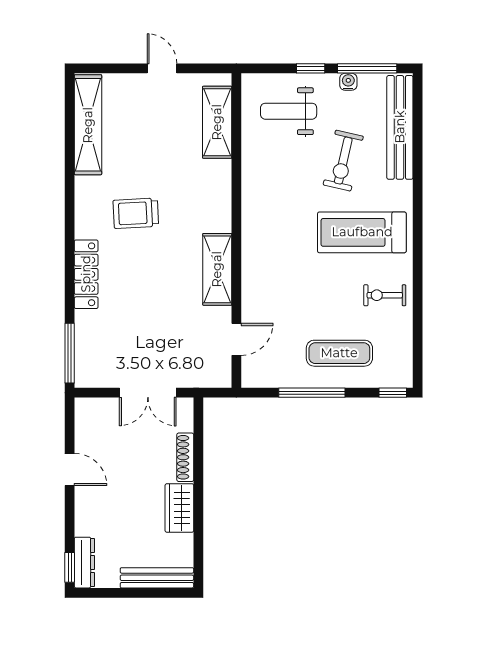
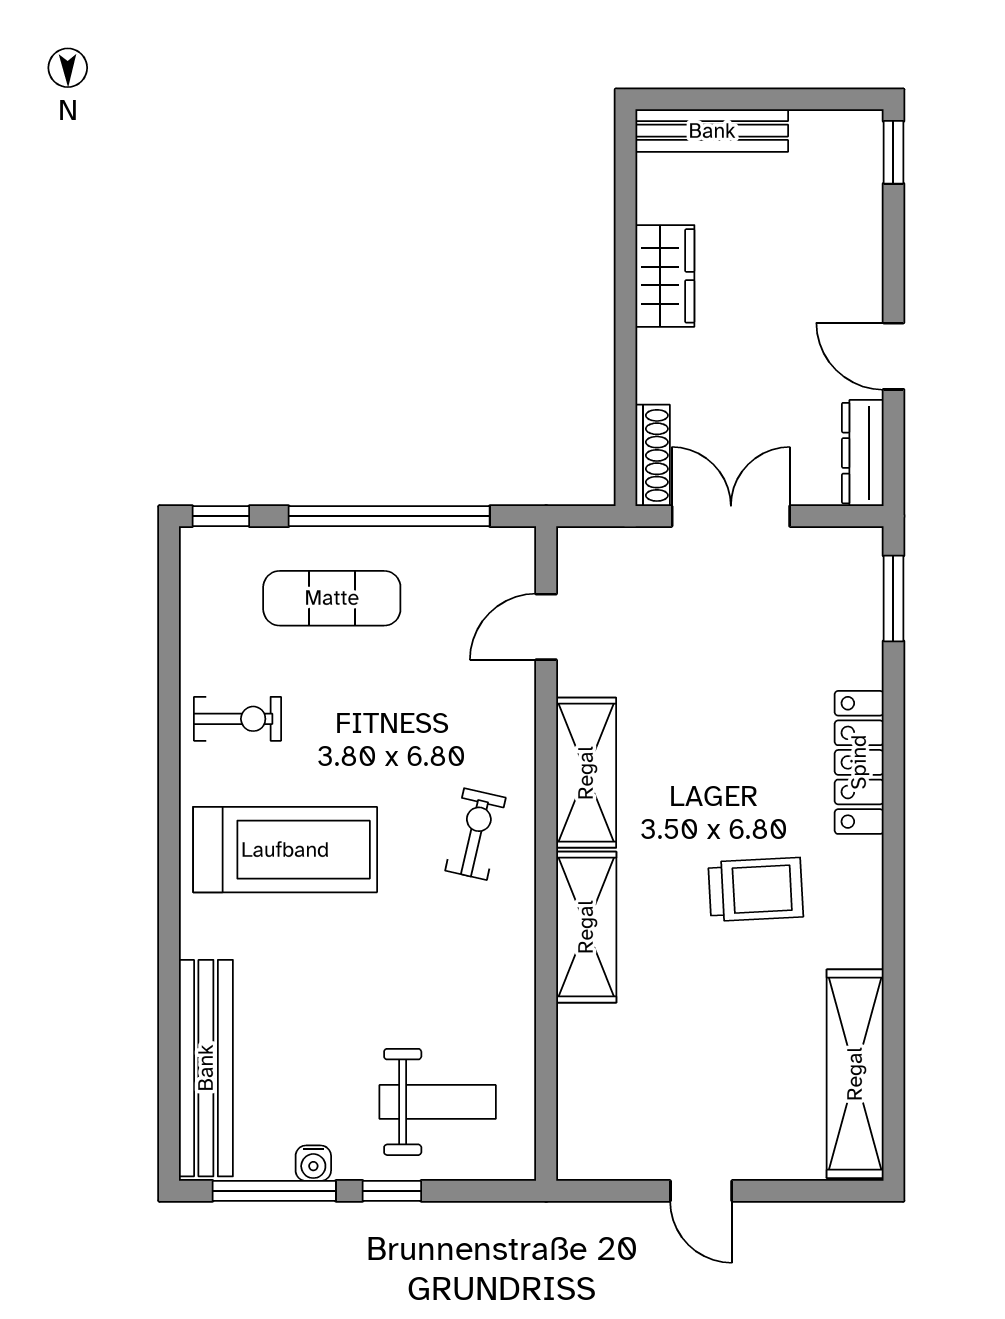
shelving: (217, 122) -> (586, 927), moved
exercise bike: (343, 161) -> (475, 834), moved, width x0.73, depth x0.72
window: (70, 353) -> (893, 598), width x0.69
window: (312, 393) -> (389, 516), width x1.46
shoe rack: (185, 457) -> (653, 455), moved
dresser: (84, 563) -> (863, 453), moved

